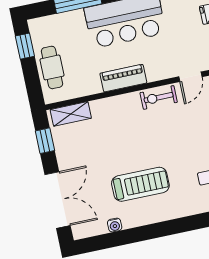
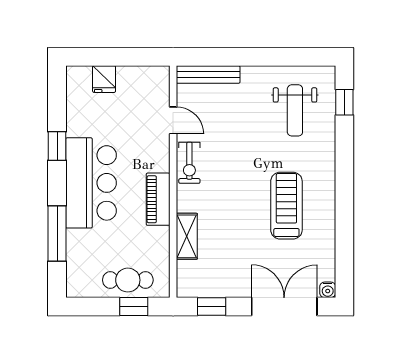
window: (25, 46) -> (134, 306), moved
shelving: (71, 114) -> (187, 236), moved
water cooler: (115, 225) -> (328, 290), moved, turned 90

